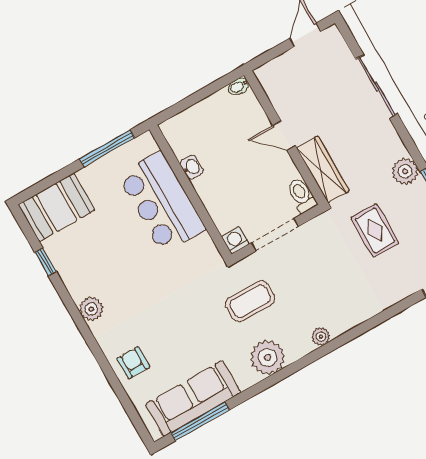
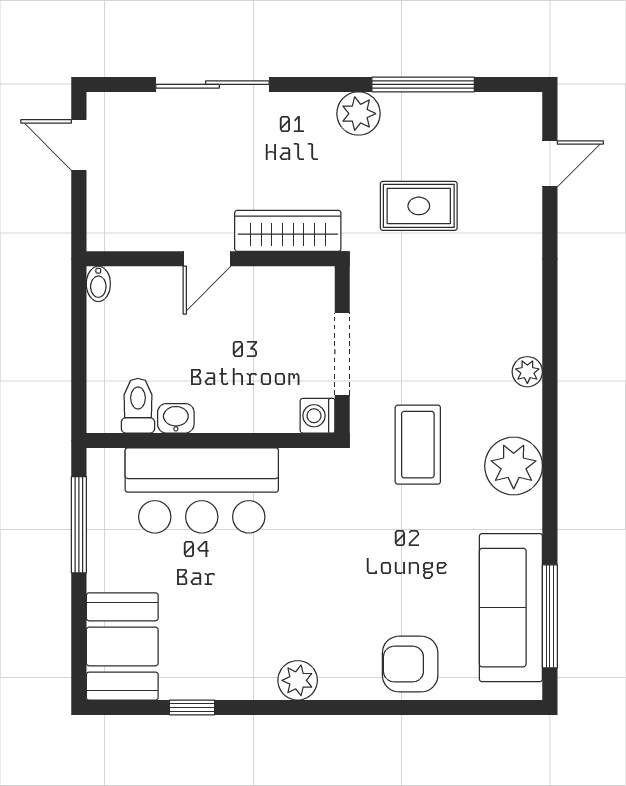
toilet: (302, 195) -> (138, 406), moved, turned 90
armchair: (133, 363) -> (410, 664), width x1.38, depth x1.38

